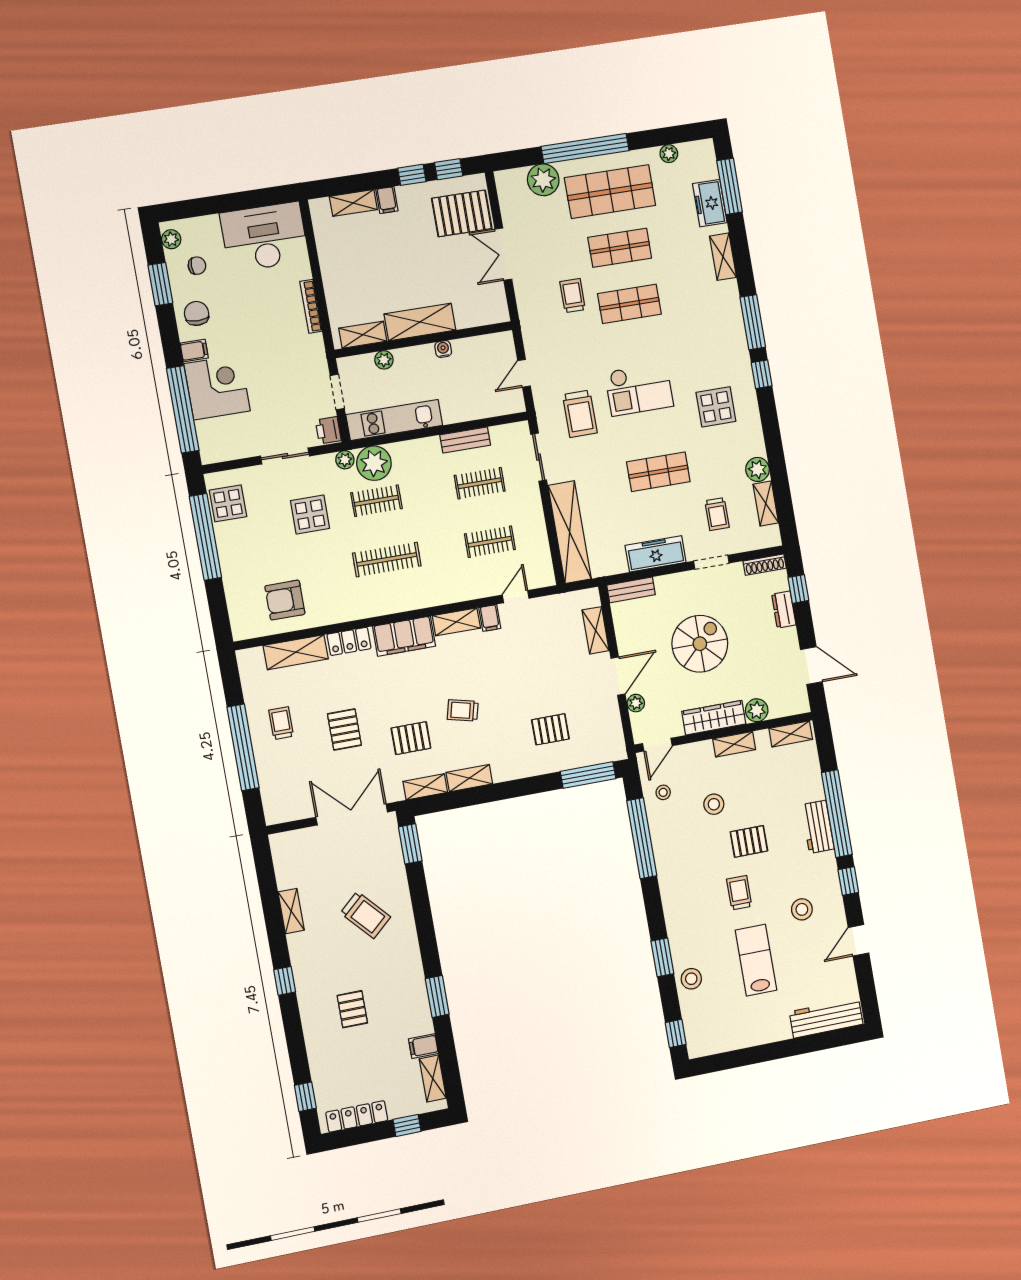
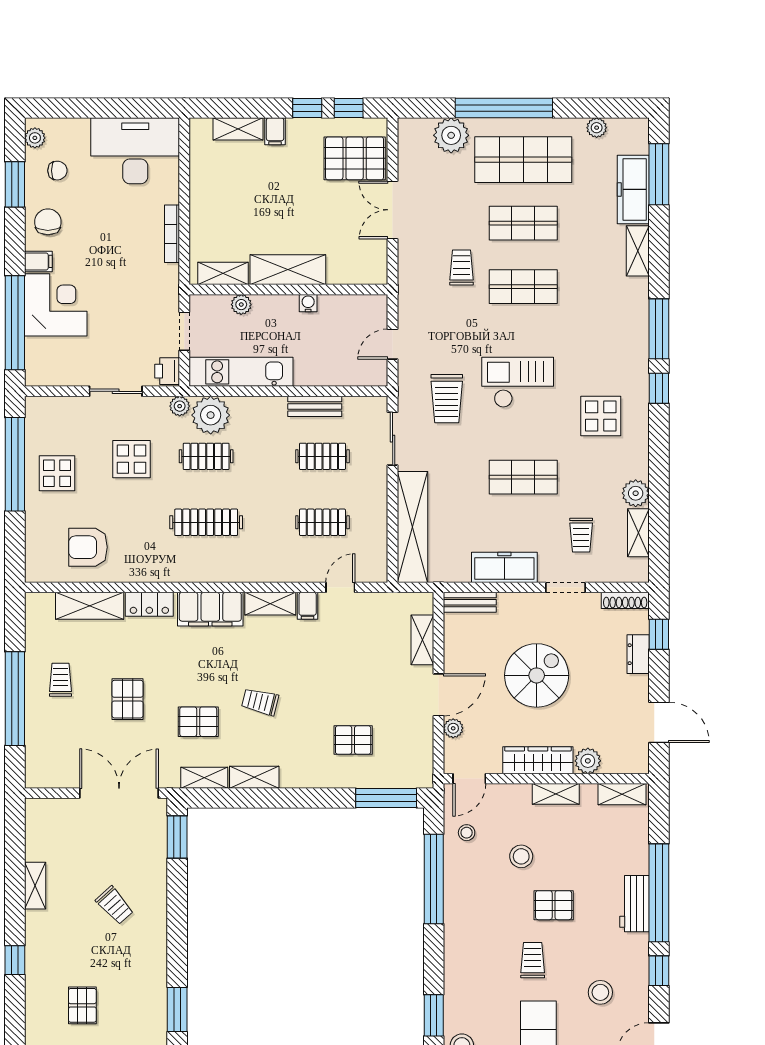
freezer: (710, 203) -> (633, 189), width x1.40
checkout: (639, 389) -> (518, 382), turned 180
display table: (228, 503) -> (57, 473), moved
trolley: (365, 915) -> (115, 905), width x0.73, depth x0.72

